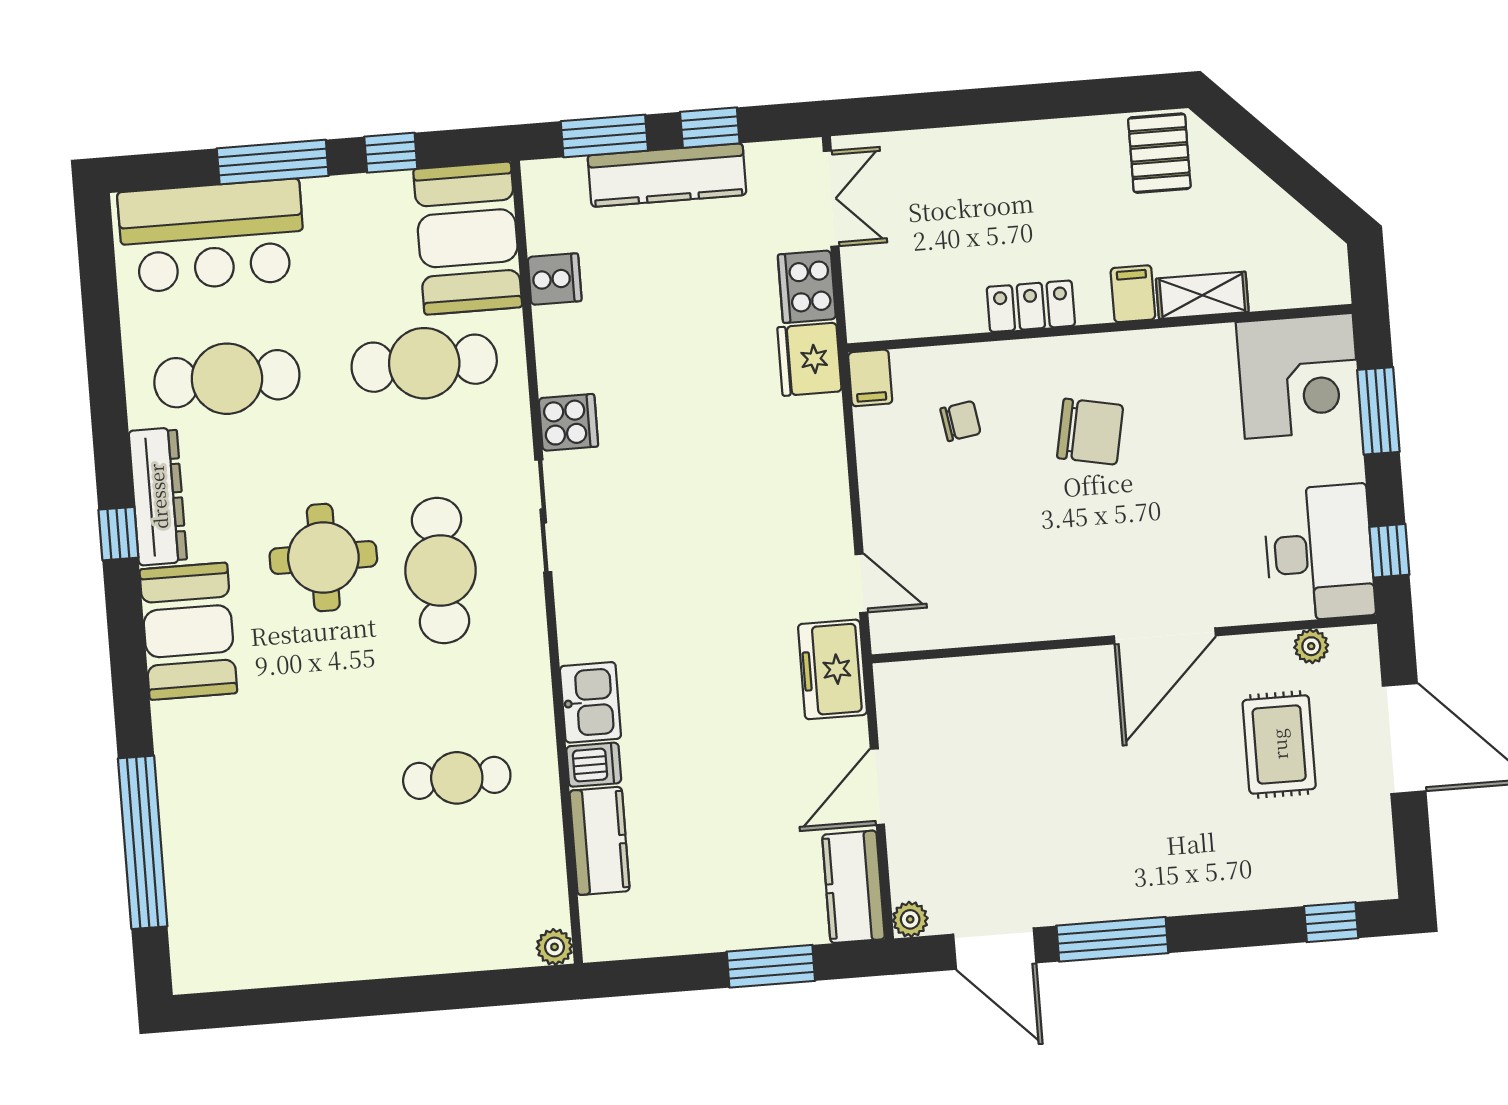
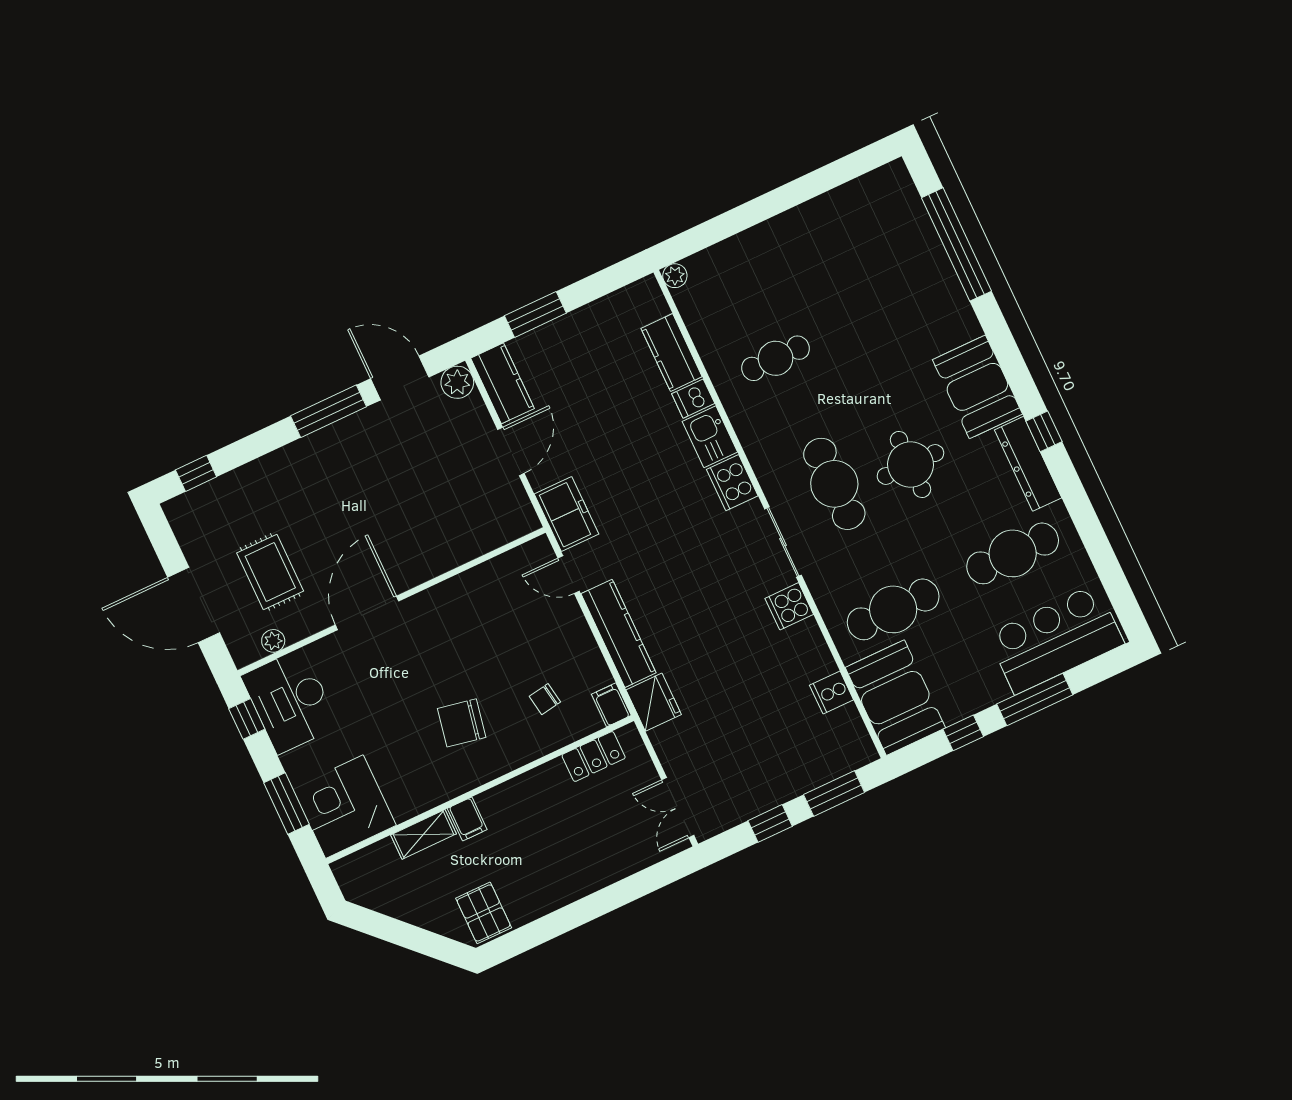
kitchen counter: (667, 175) -> (619, 633), moved, turned 90
cooker: (807, 287) -> (732, 483), moved, turned 180
locker: (1031, 306) -> (594, 756), moved
plant: (910, 919) -> (457, 382), width x1.38, depth x1.38

